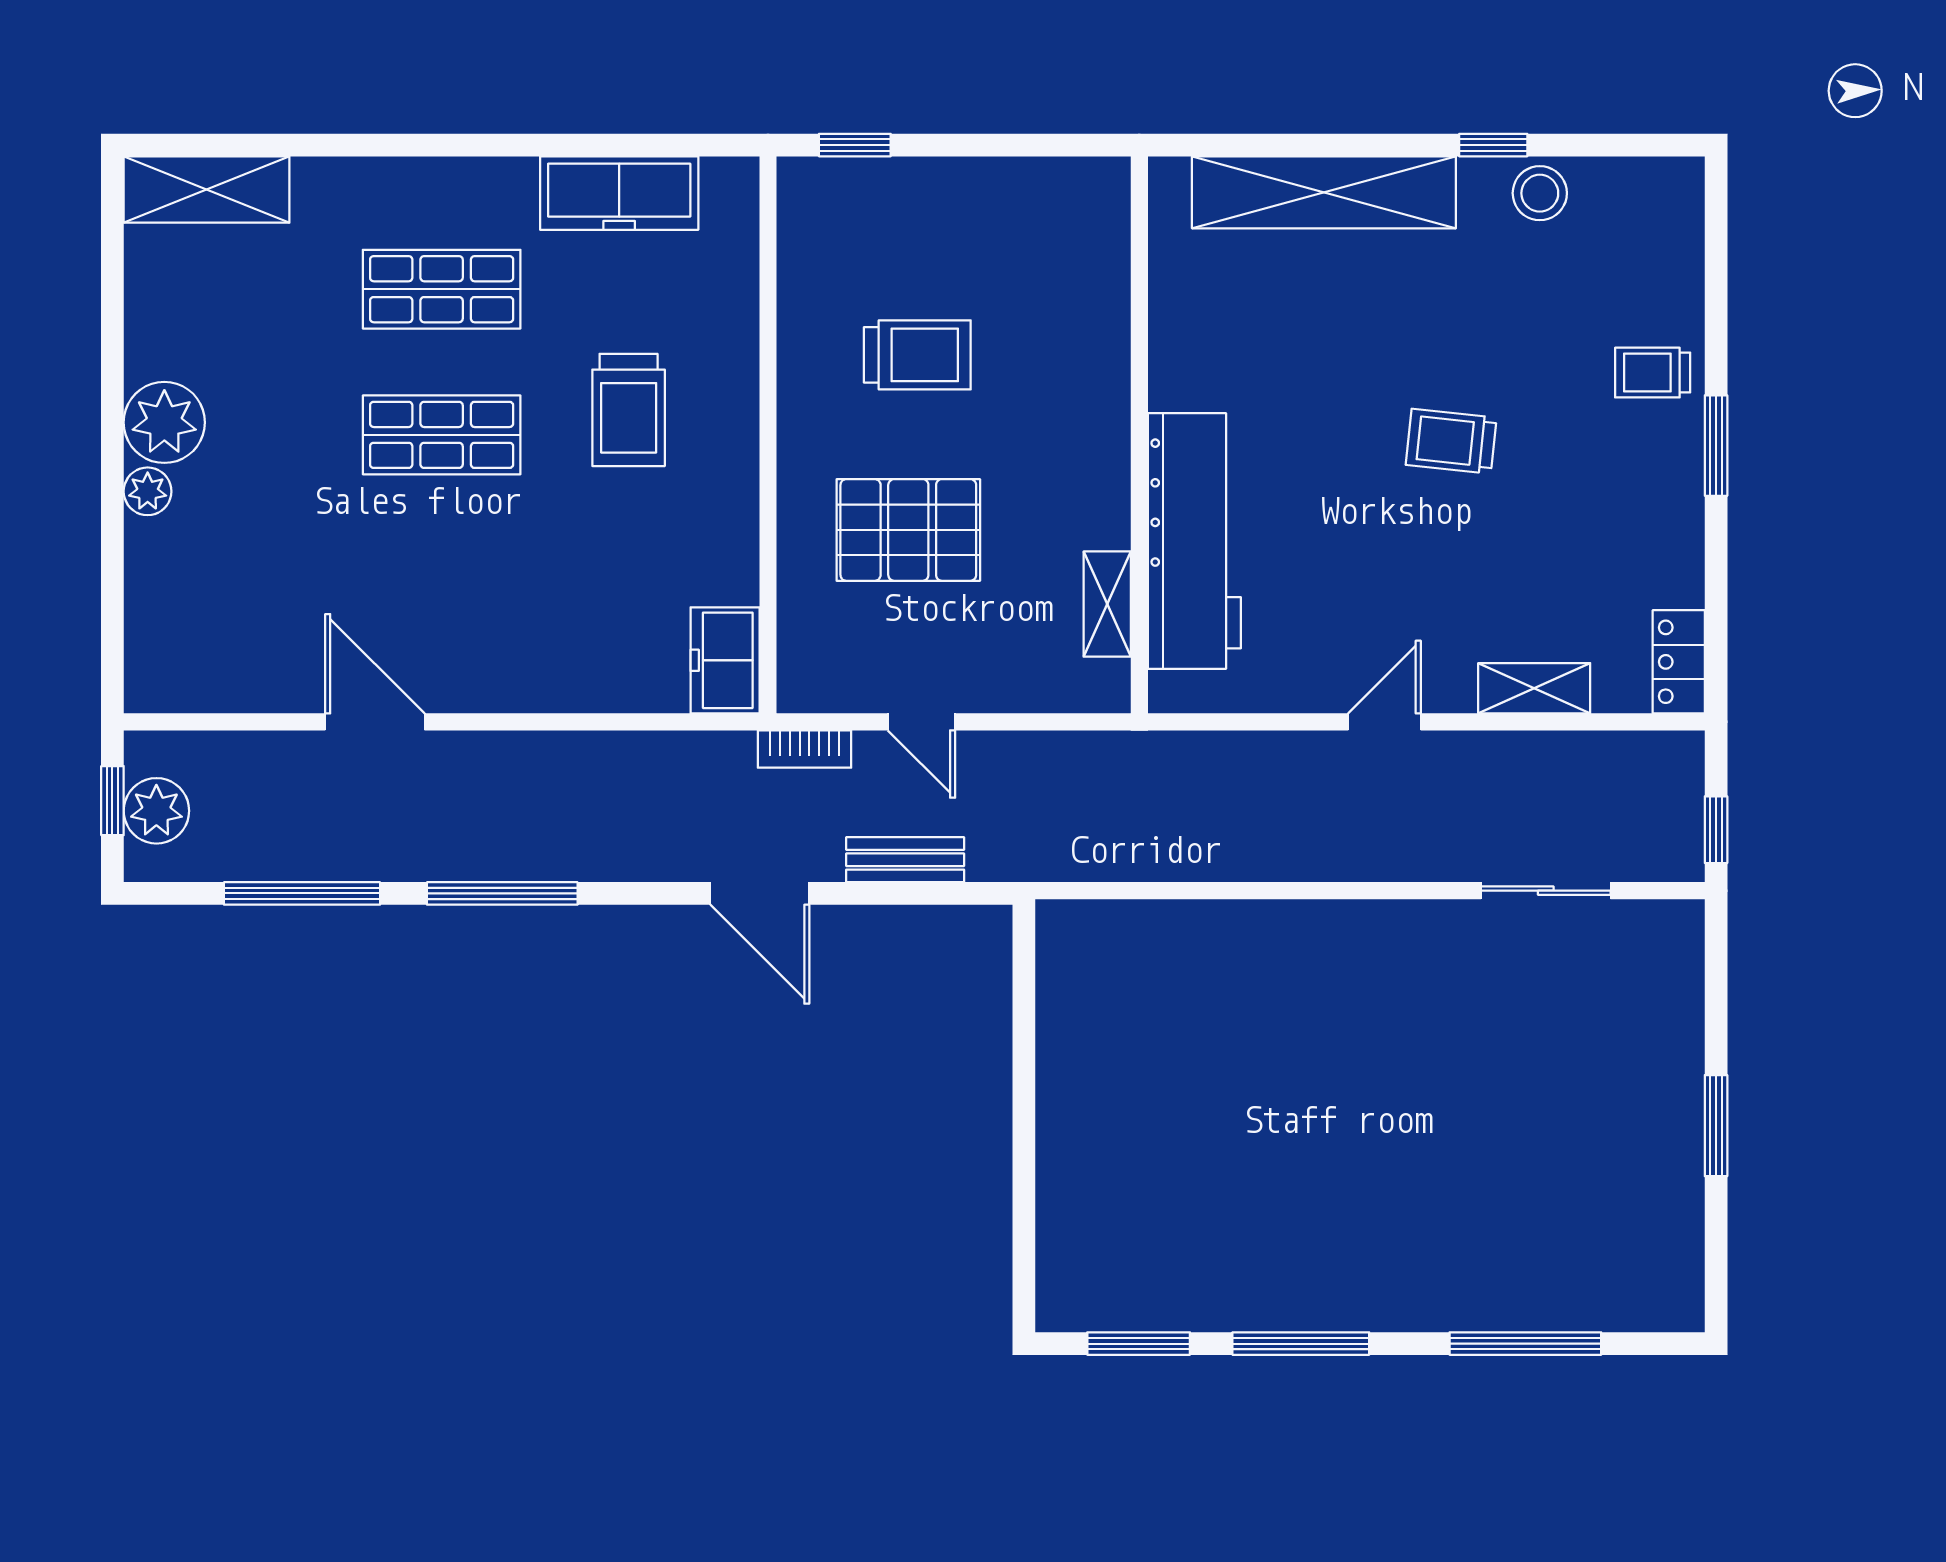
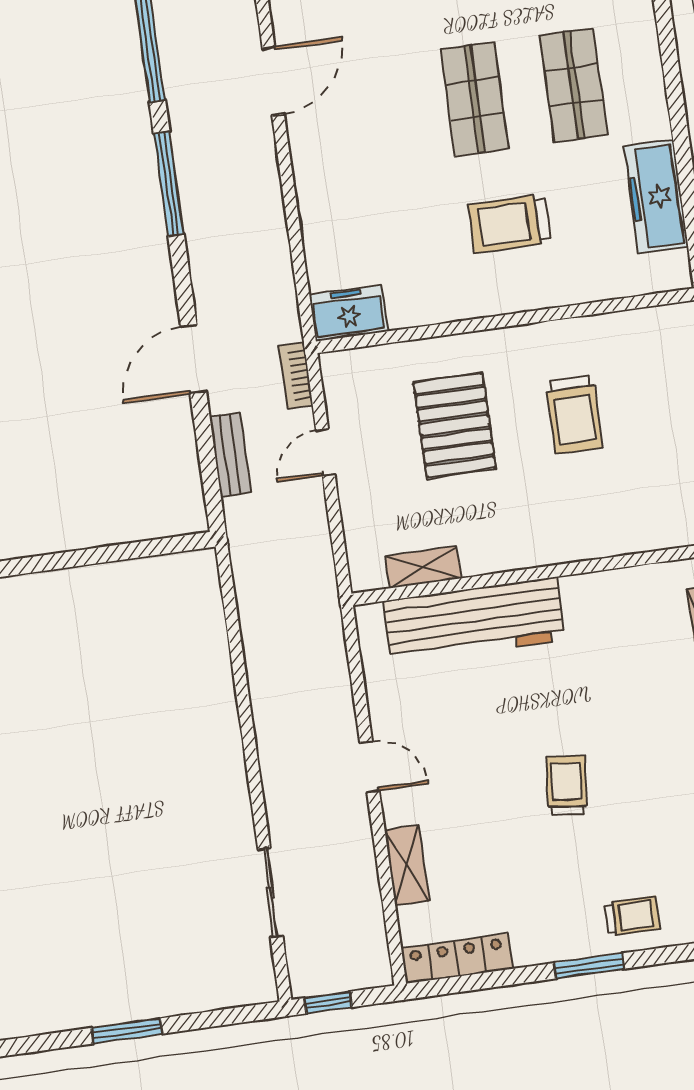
trolley: (1653, 373) -> (633, 916), turned 90
locker: (1679, 662) -> (457, 959), width x1.53

